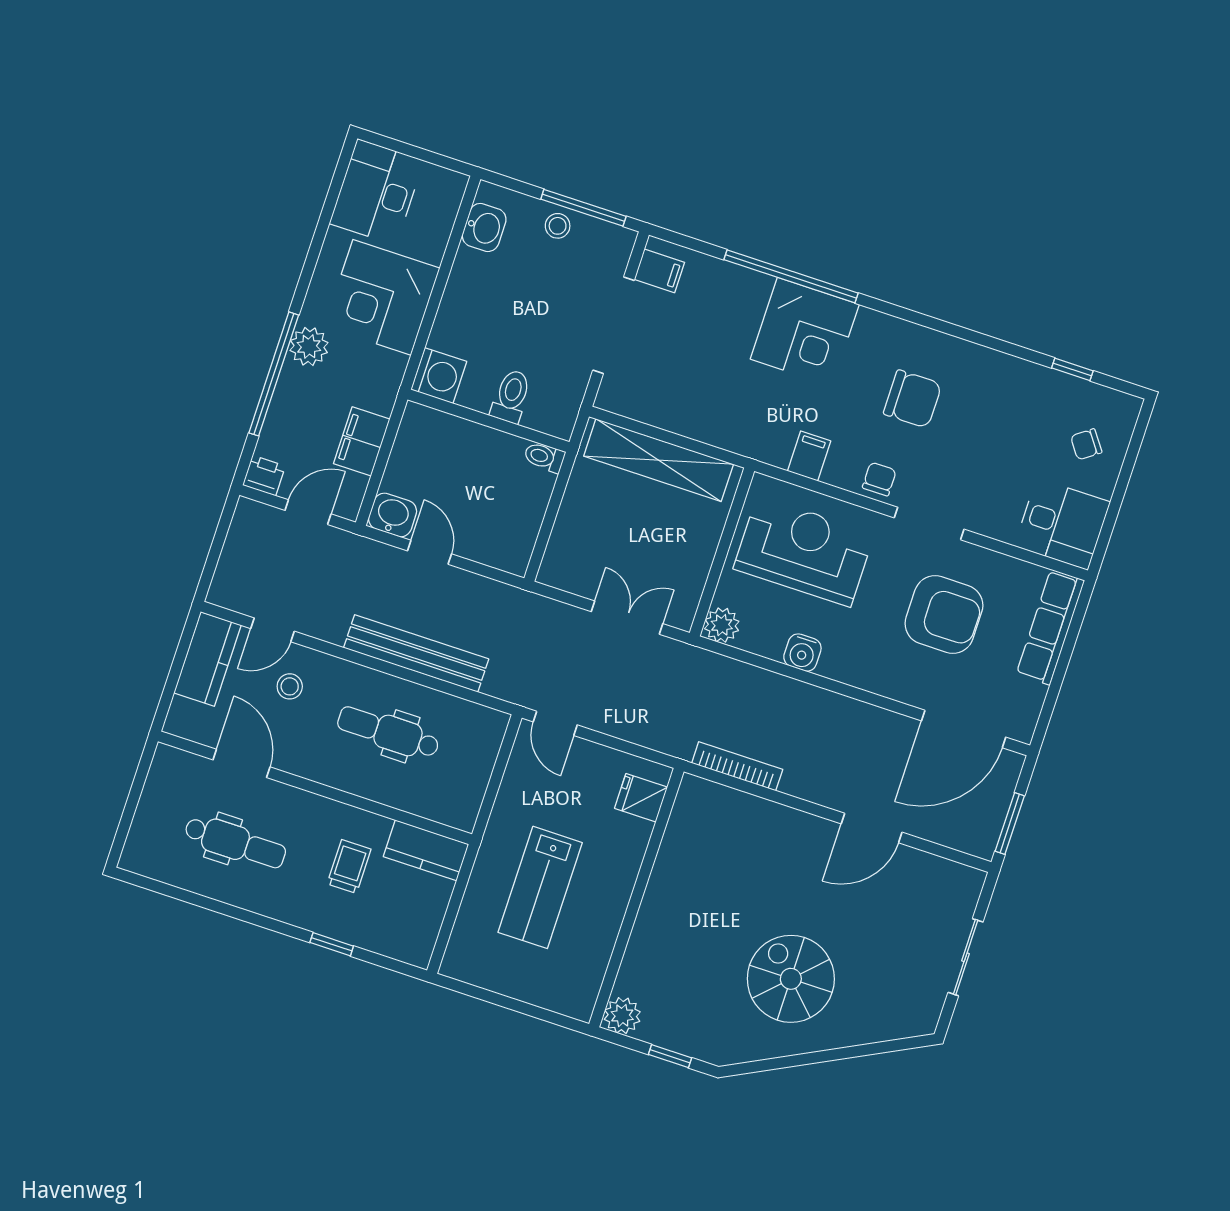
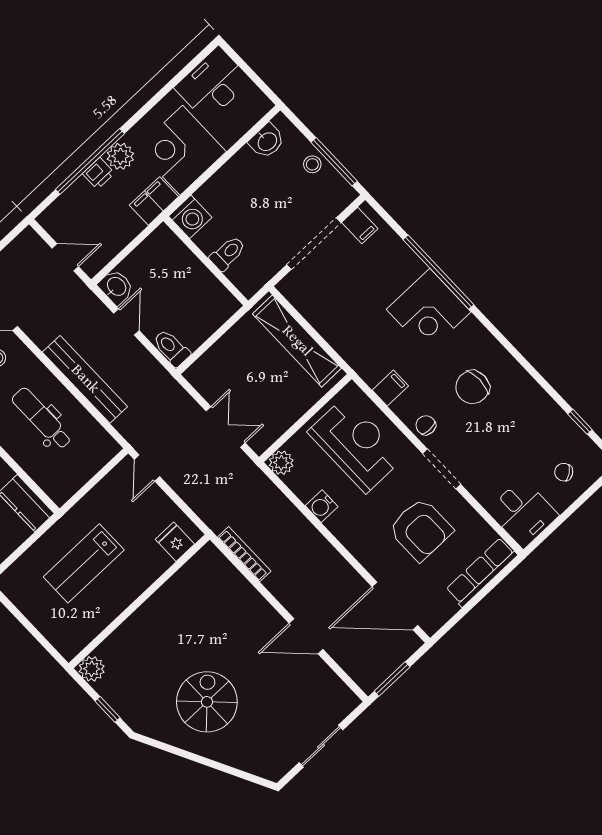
chair: (913, 399) -> (472, 387), turned 90
filing cabinet: (362, 441) -> (154, 201), moved
toilet: (544, 457) -> (171, 348), moved, width x1.37, depth x1.39
printer: (264, 475) -> (99, 173), moved, turned 90
chair: (879, 479) -> (426, 425), turned -90

